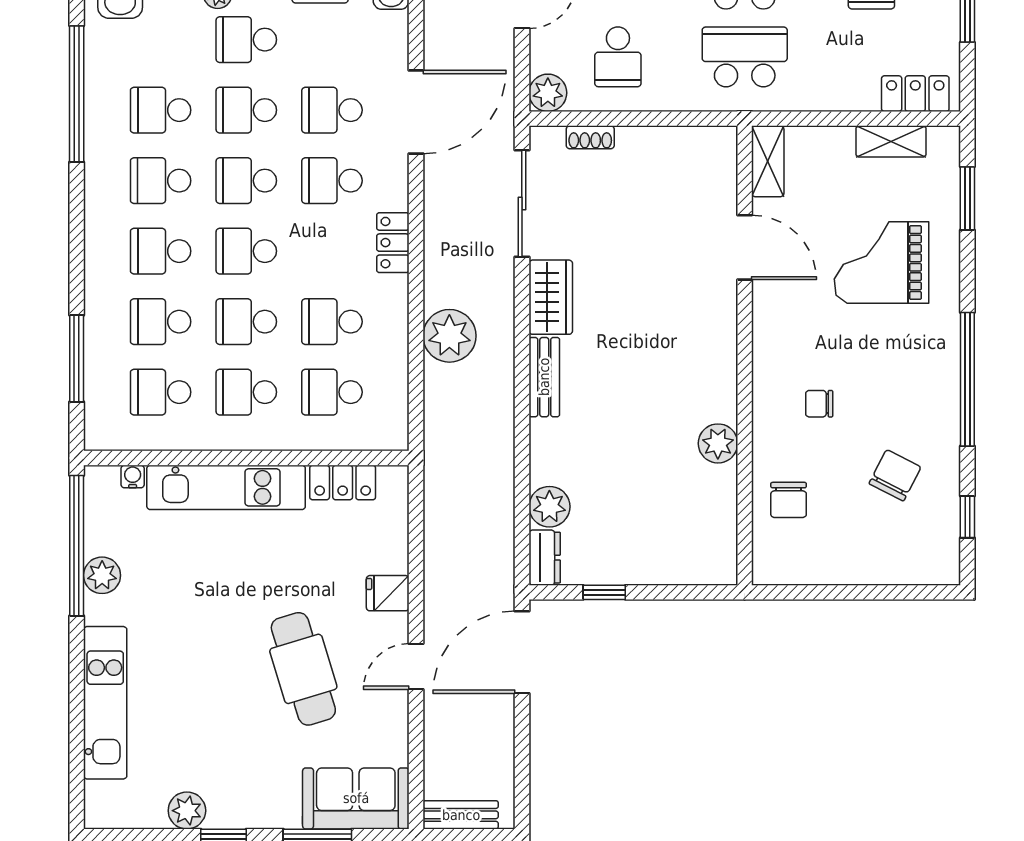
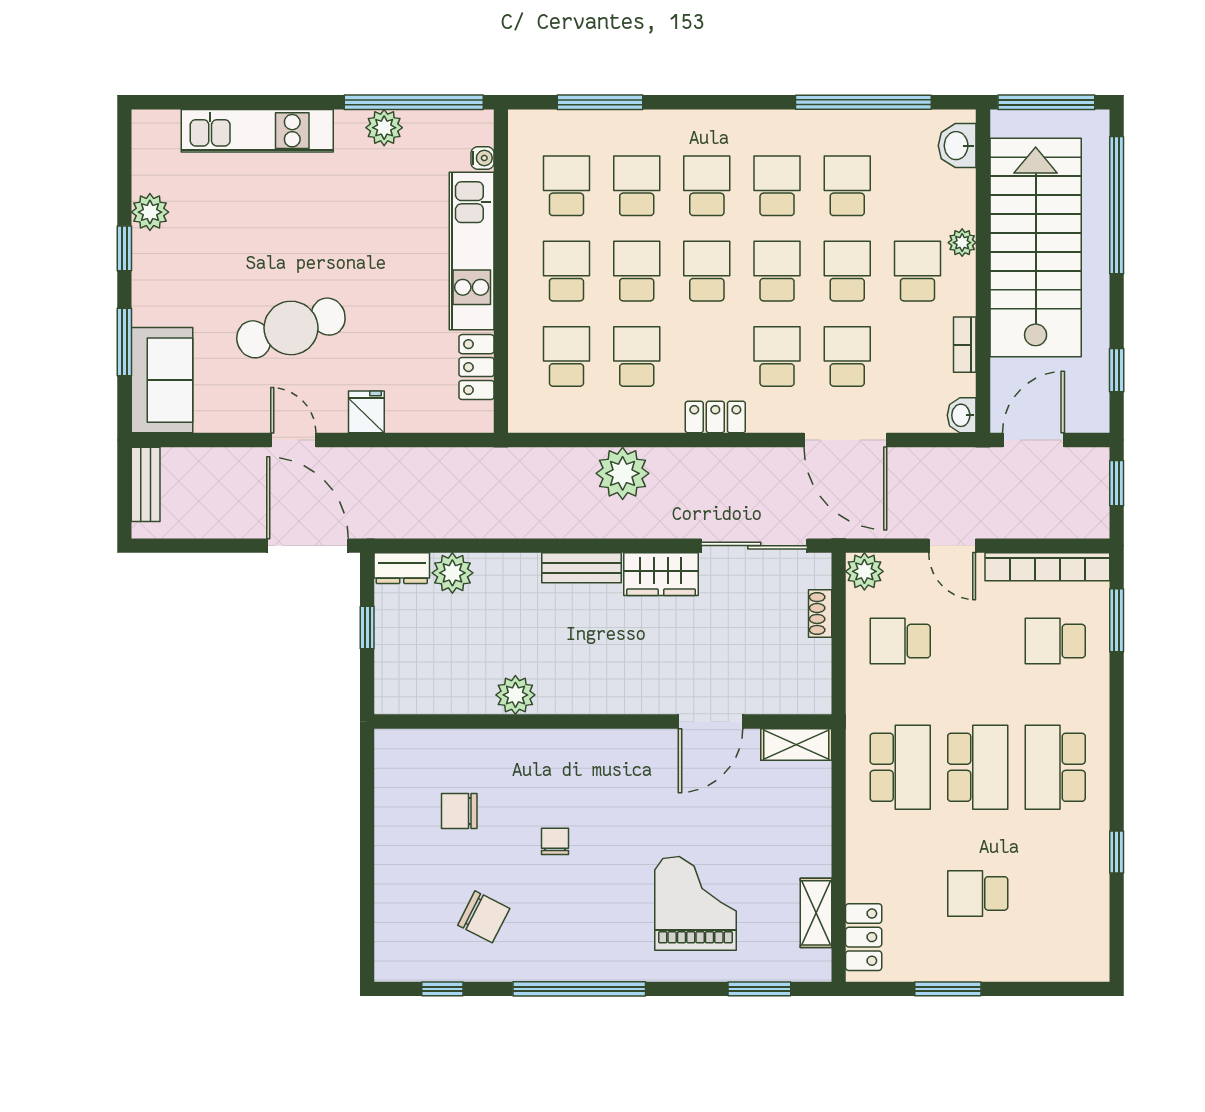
shelving: (768, 161) -> (796, 744), moved
door: (745, 247) -> (710, 722), moved
wall: (745, 355) -> (603, 722), moved
plant: (718, 443) -> (515, 695), moved

